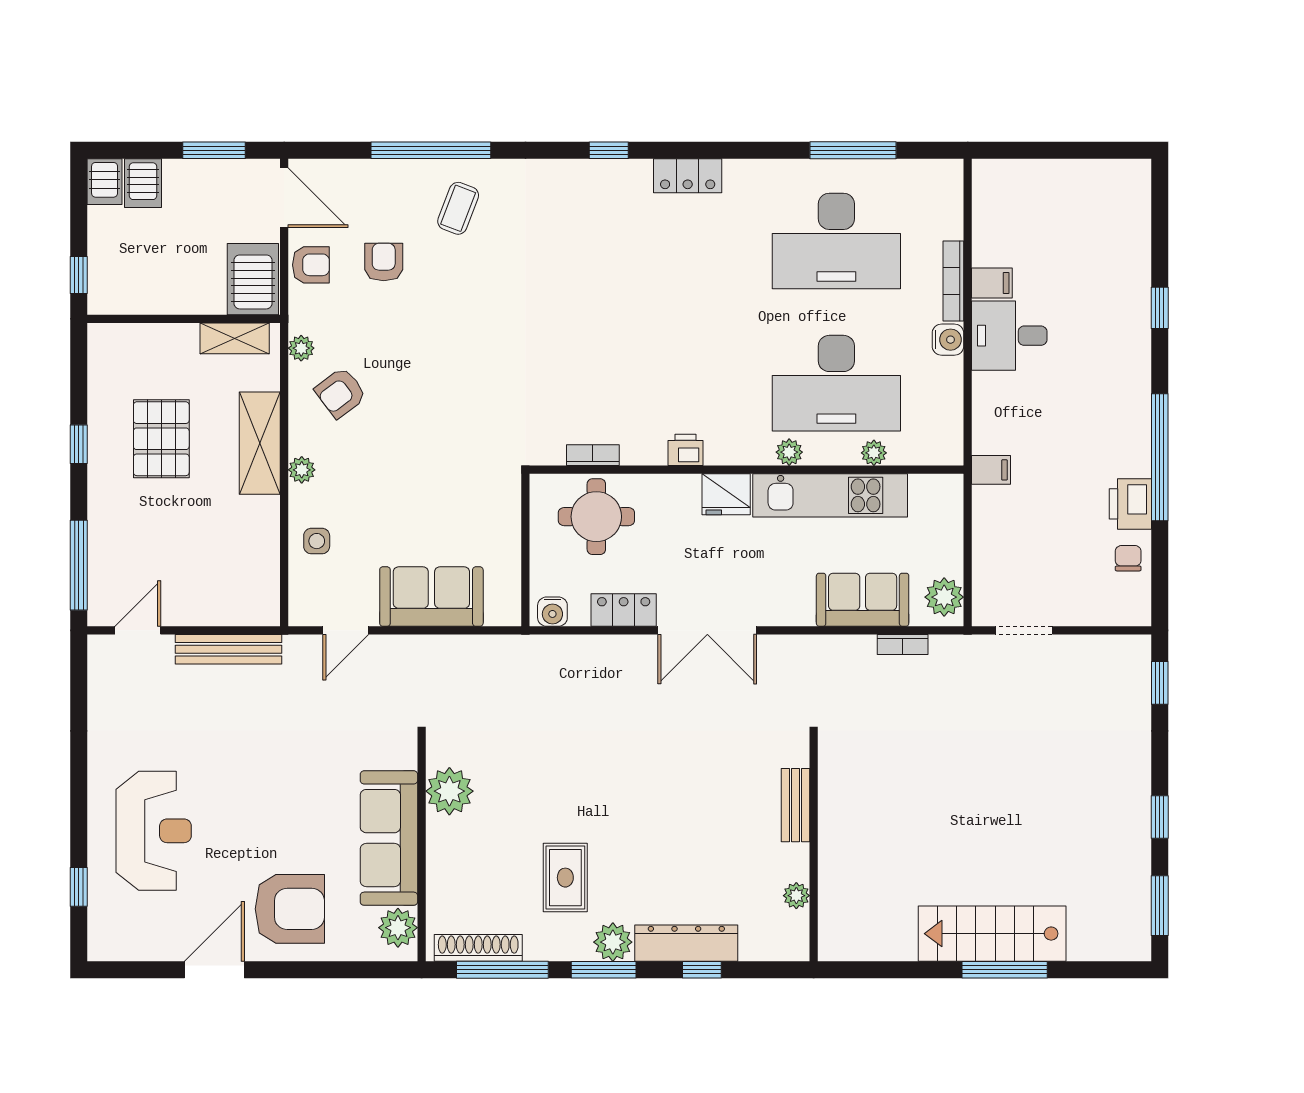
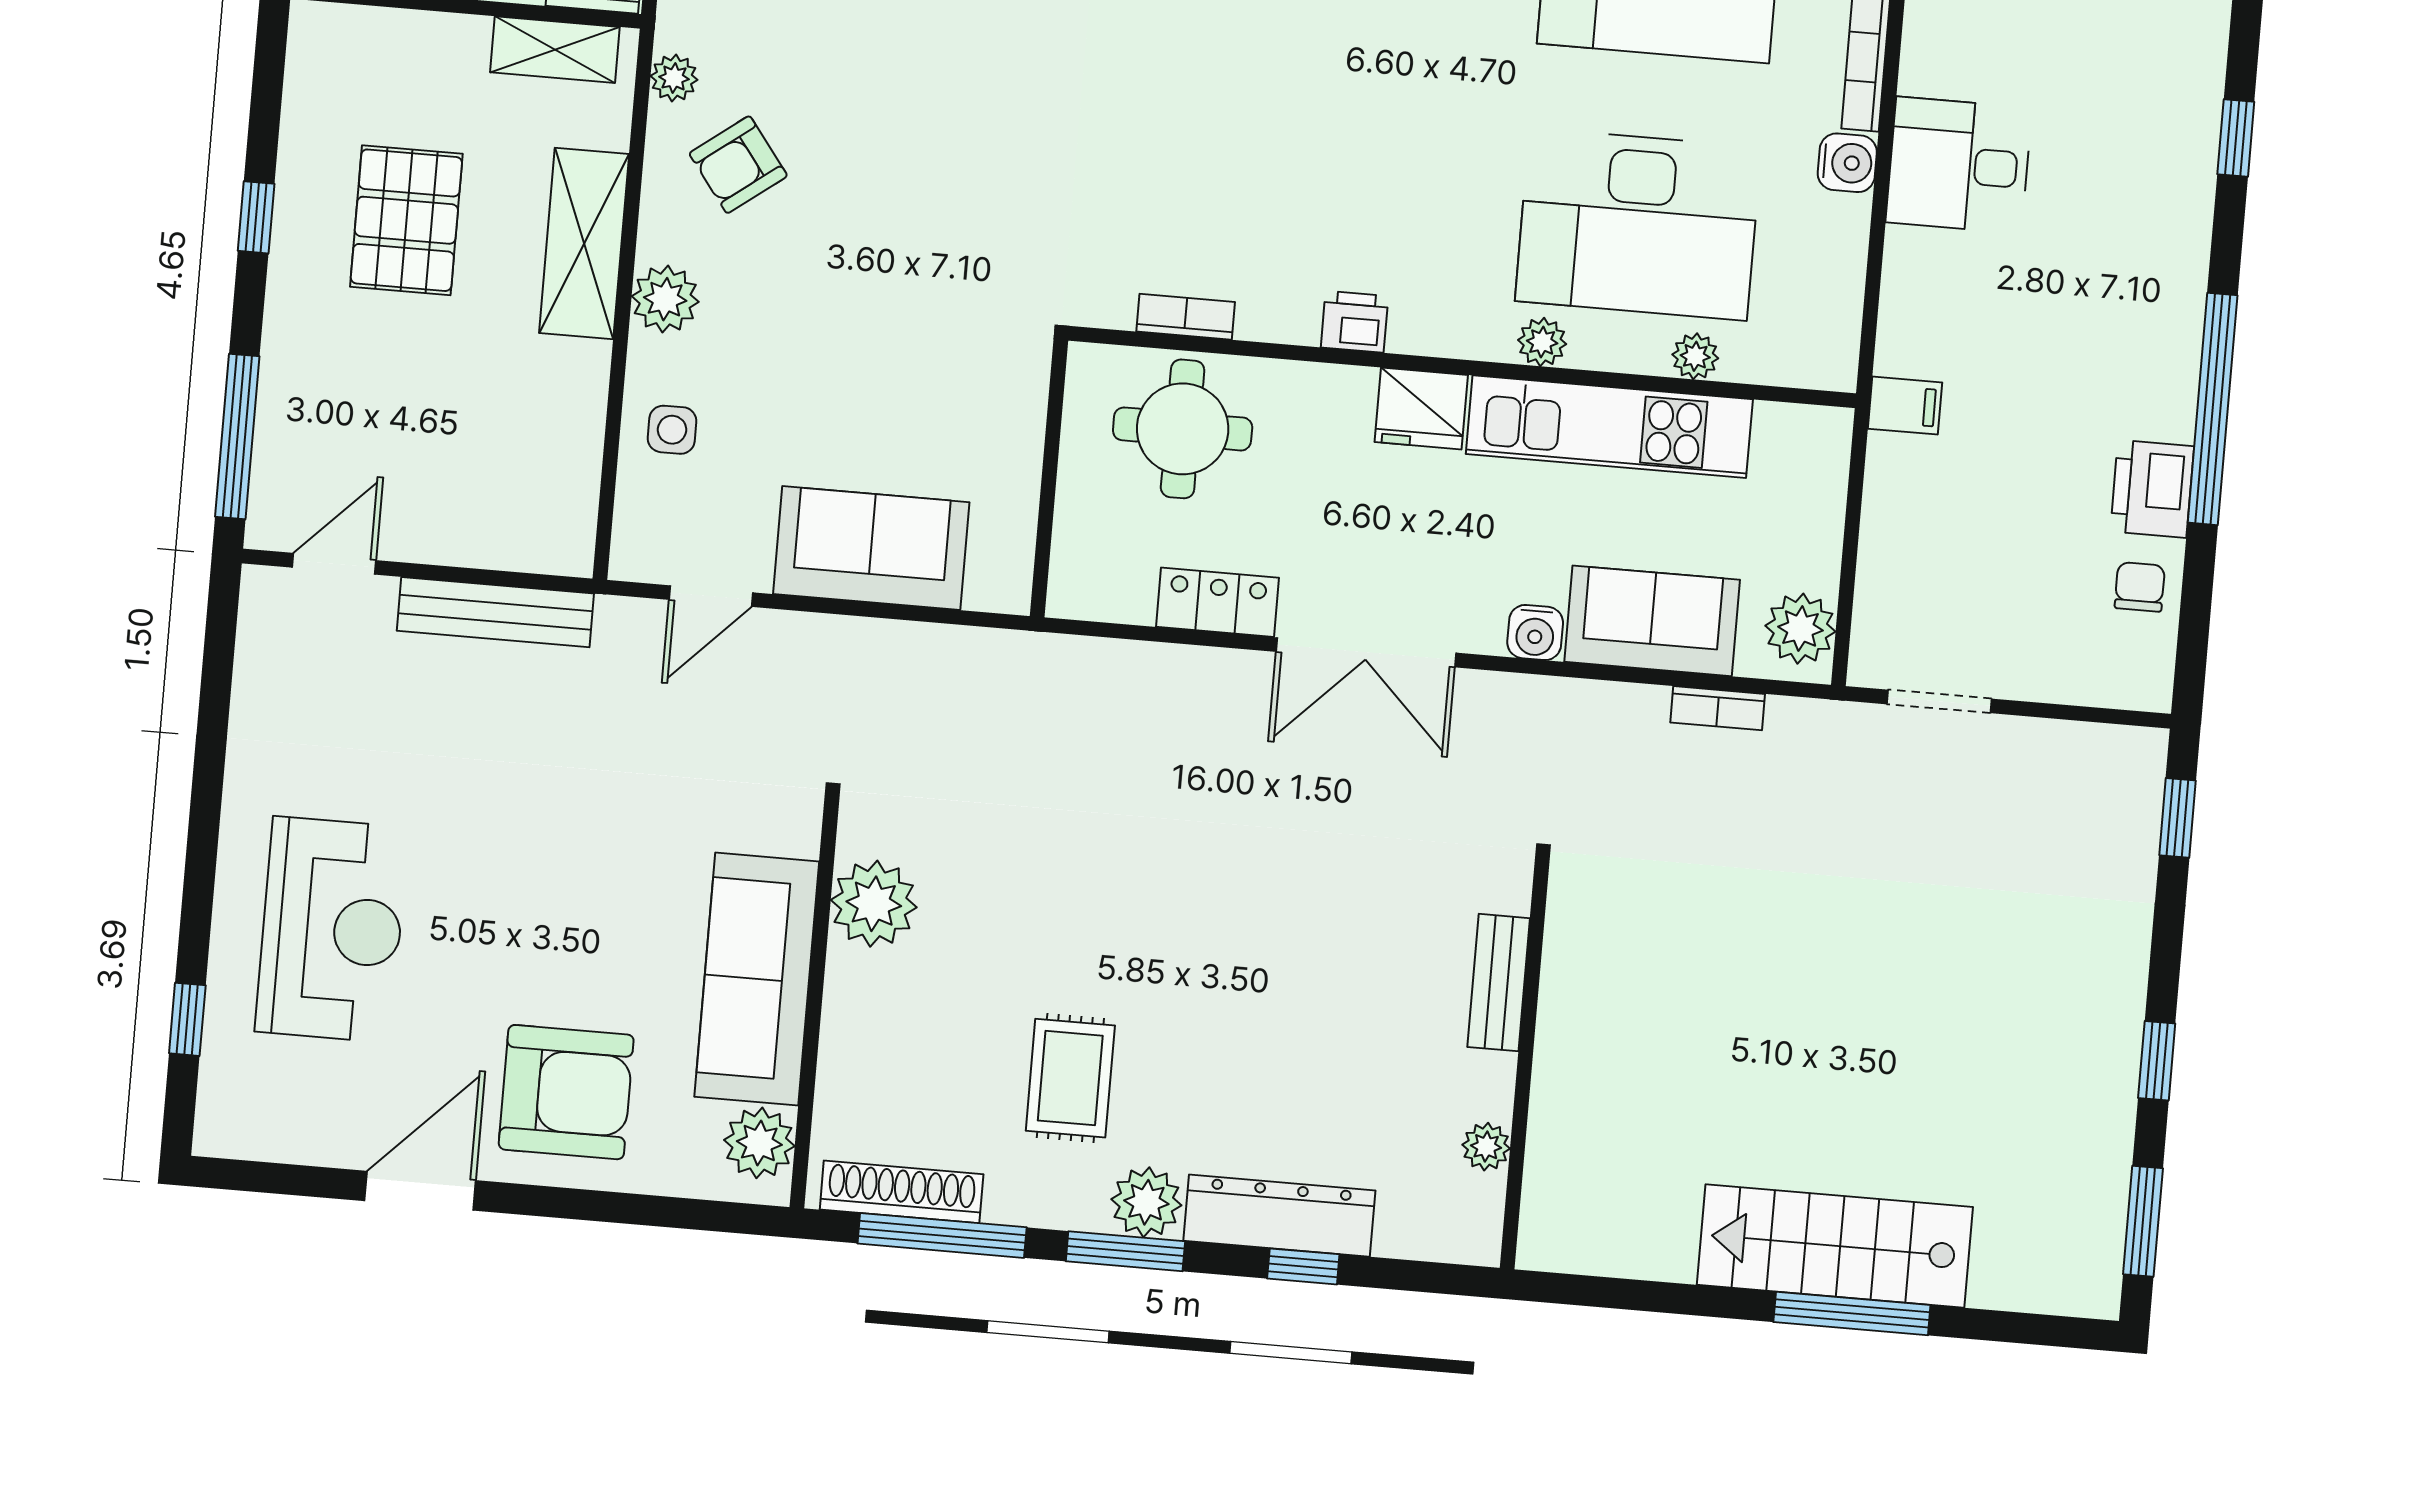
filing cabinet: (992, 283) -> (1936, 67), removed
plant: (302, 470) -> (665, 299), width x1.38, depth x1.38
water cooler: (552, 612) -> (1535, 633), moved

